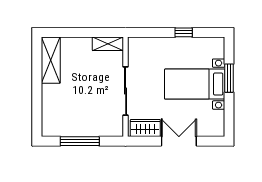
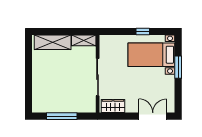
shelving: (51, 60) -> (53, 42), moved, turned 90
bed with nightstands: (195, 84) -> (151, 55), moved
double door: (179, 141) -> (153, 116), moved

